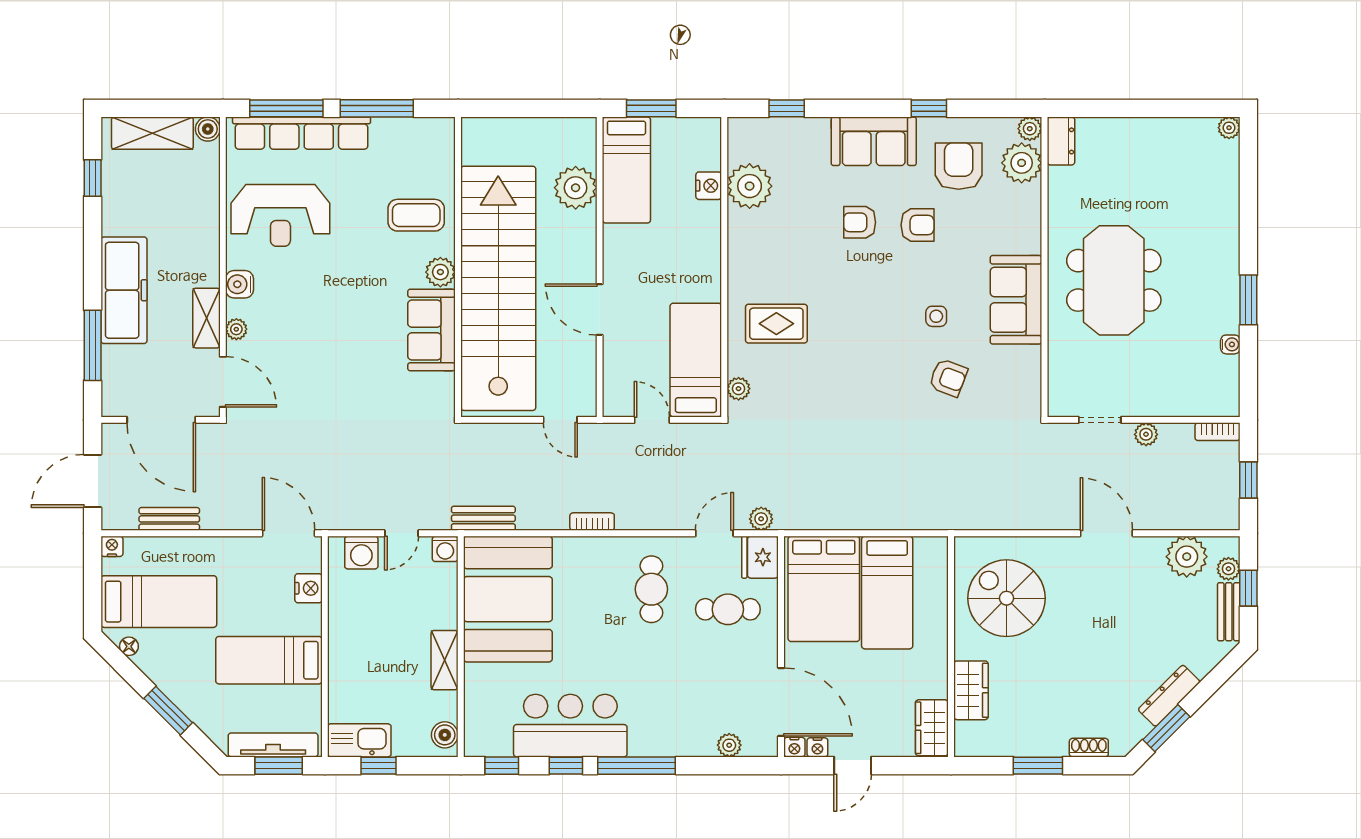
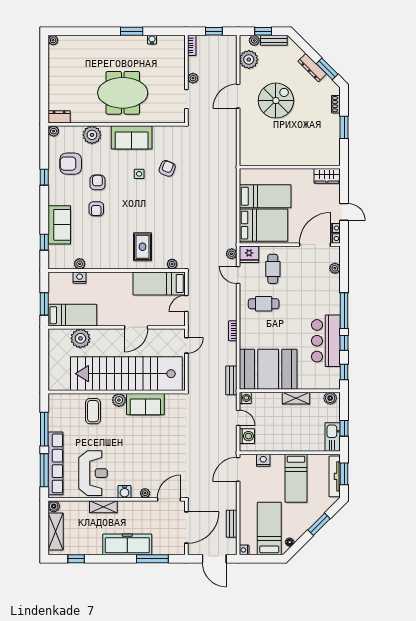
sofa: (874, 141) -> (59, 225), moved
plant: (1022, 163) -> (92, 135), moved
plant: (750, 186) -> (80, 264), width x0.53, depth x0.53
shelving: (206, 318) -> (103, 507), moved
spiral stairs: (1006, 598) -> (276, 101), moved, turned 180
wardrobe: (971, 690) -> (310, 158), removed

